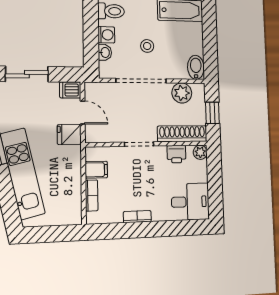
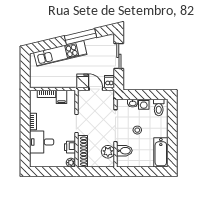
bidet: (196, 67) -> (124, 151), moved
door: (83, 113) -> (96, 89), swing flipped
window: (212, 113) -> (95, 172), removed
desk: (190, 202) -> (42, 142), moved, turned 90

